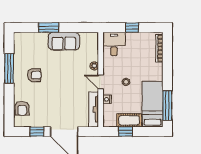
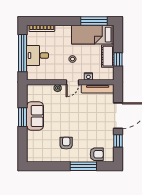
window: (49, 27) -> (22, 117), moved
window: (132, 27) -> (22, 53), width x3.17
desk: (114, 44) -> (38, 56), moved
window: (9, 68) -> (83, 166), moved

